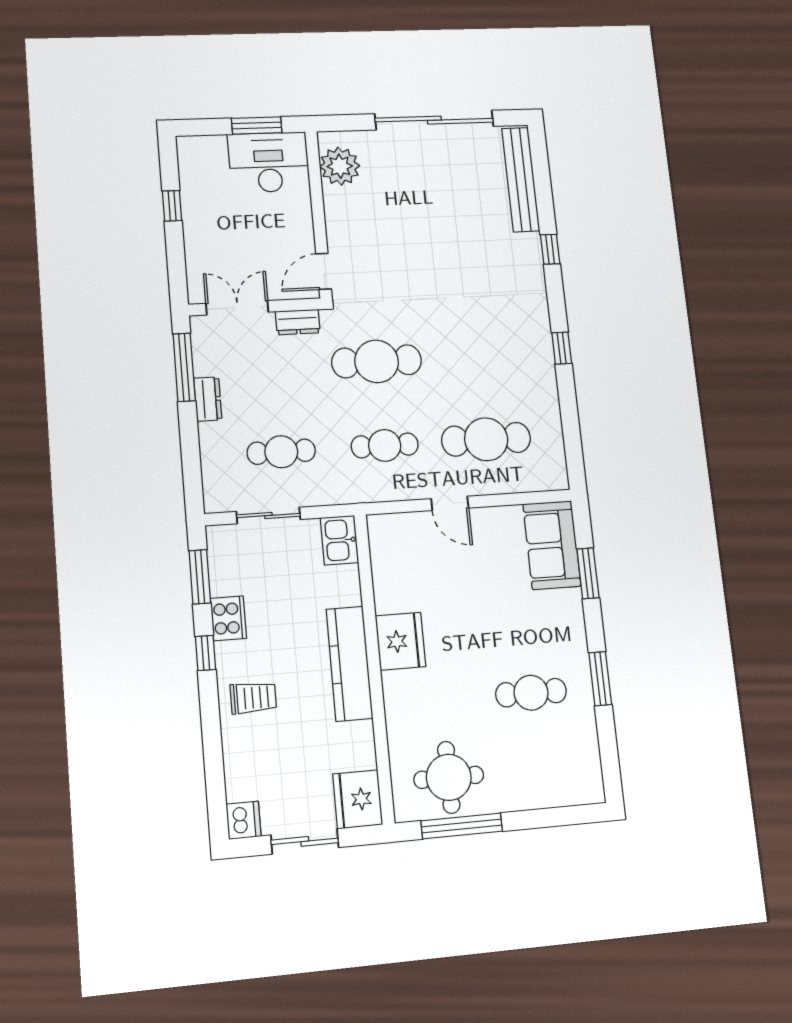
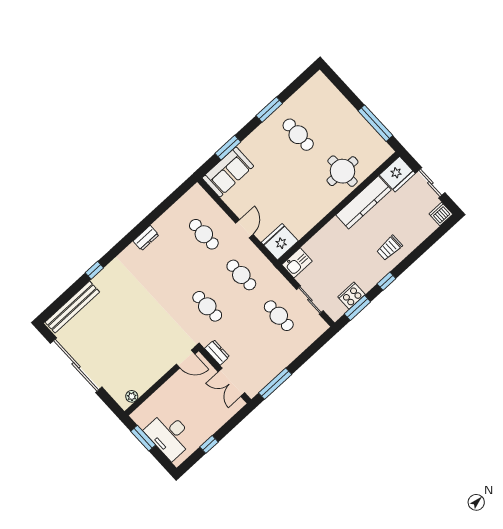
desk: (269, 162) -> (169, 435), moved
plant: (340, 166) -> (132, 396), width x0.53, depth x0.53
window: (562, 348) -> (136, 232), removed
cafe table: (377, 361) -> (207, 306), width x0.73, depth x0.74
dresser: (208, 399) -> (146, 238), moved, turned 180
cafe table: (486, 439) -> (204, 234), width x0.73, depth x0.74
cooker: (228, 618) -> (351, 296), moved
fridge: (401, 641) -> (280, 242), moved
kitchen counter: (349, 664) -> (363, 202), moved
trolley: (253, 698) -> (389, 248), turned -90
round table: (449, 777) -> (342, 171), moved

